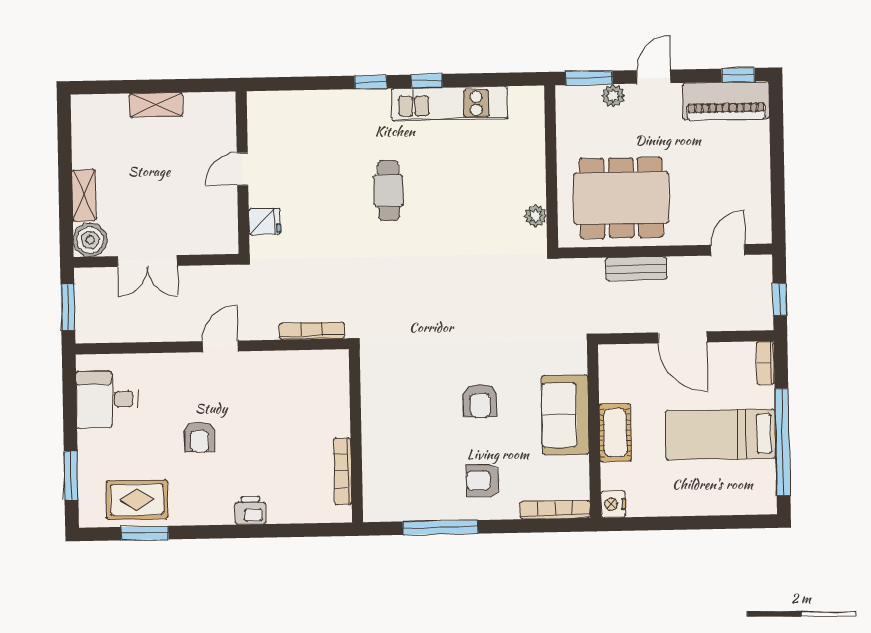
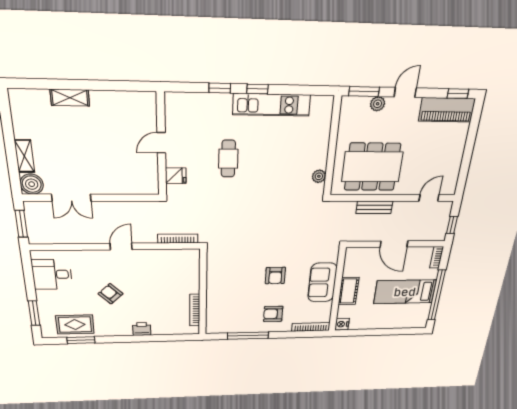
door: (242, 169) -> (161, 143), moved
wall: (243, 173) -> (161, 145), moved
fridge: (265, 221) -> (176, 176), moved
armchair: (200, 437) -> (110, 294), turned 136

